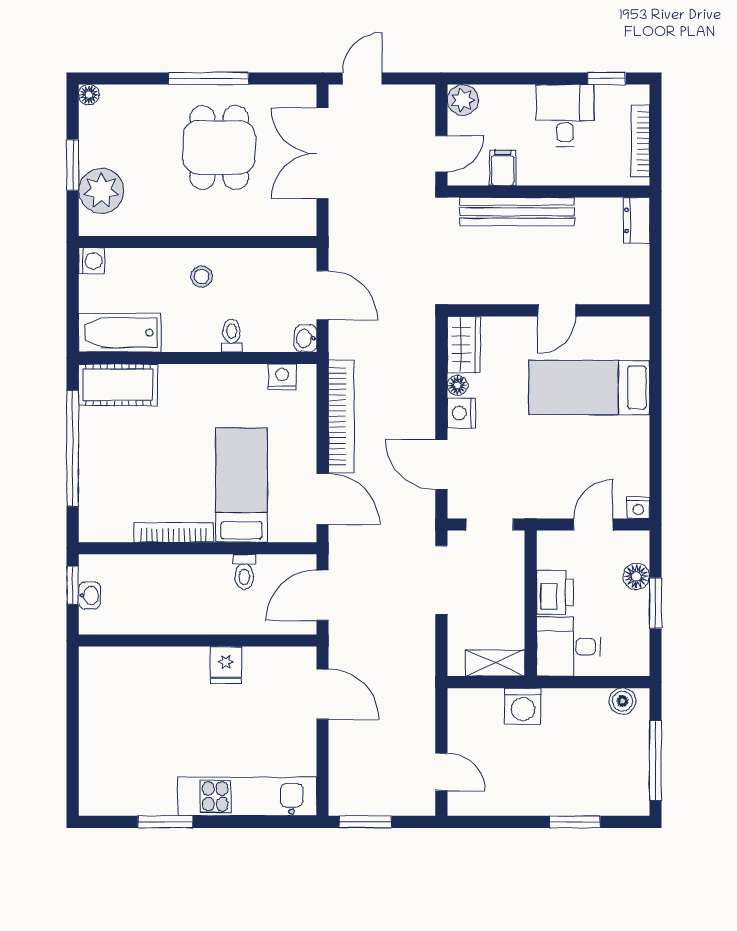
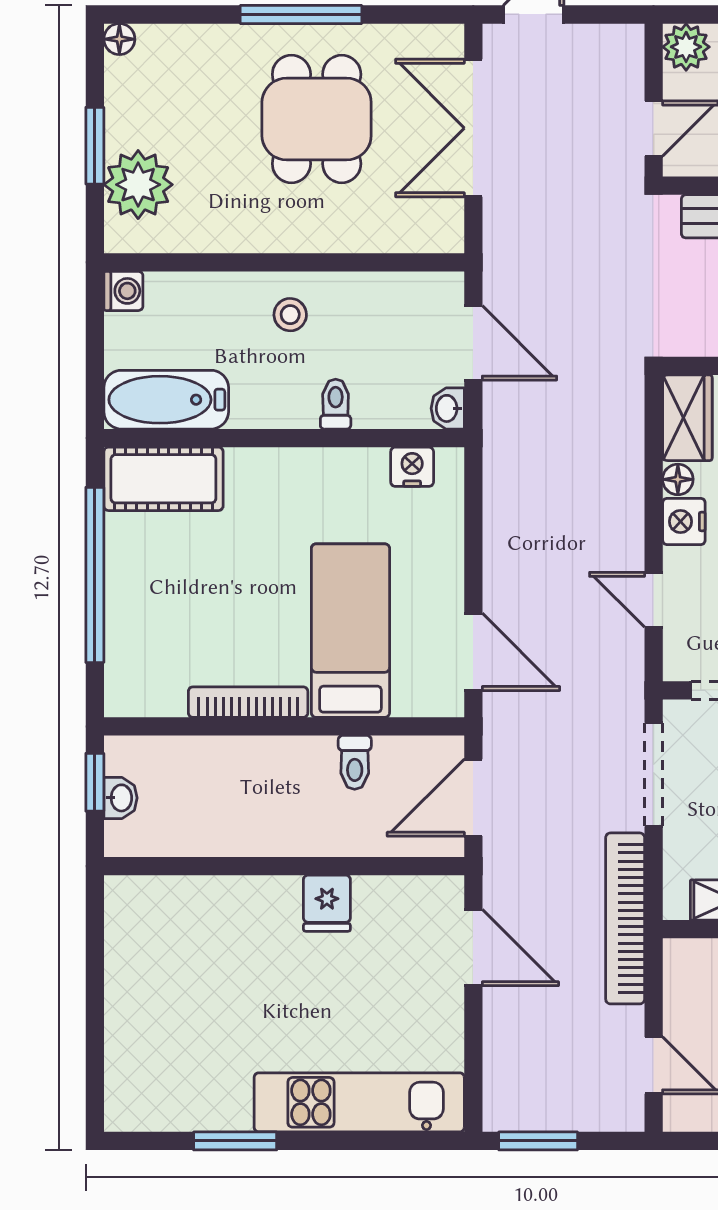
bookcase: (341, 416) -> (625, 918), moved, turned 180
door: (441, 465) -> (654, 600), width x0.73

